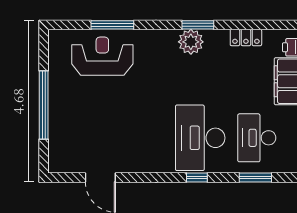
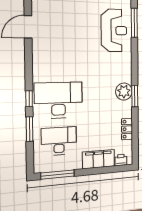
window: (112, 25) -> (134, 23), moved
window: (255, 177) -> (30, 129), moved

